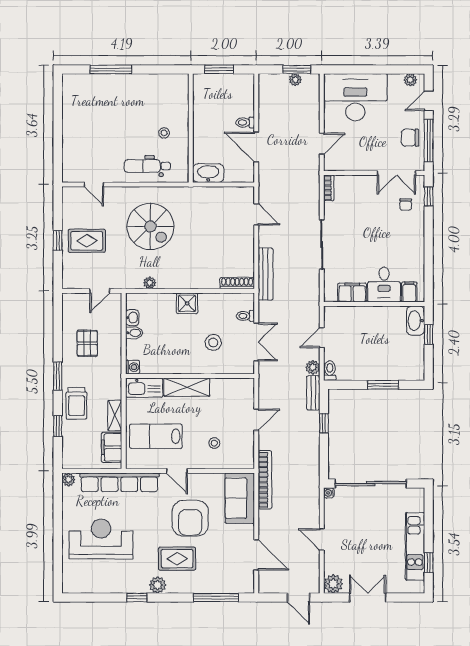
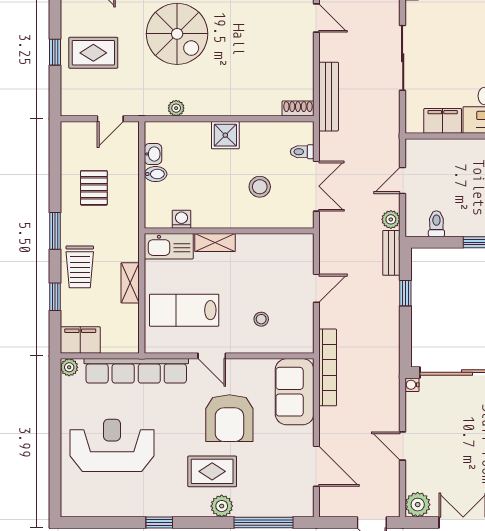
shoe rack: (237, 283) -> (298, 109), width x0.70
washing machine: (133, 367) -> (181, 219), moved, turned -90
toilet: (330, 371) -> (436, 224), moved
shelving: (187, 387) -> (215, 243), width x0.67, depth x0.75
filing cabinet: (112, 447) -> (80, 340), moved, turned 90
plant: (158, 585) -> (222, 506), moved

